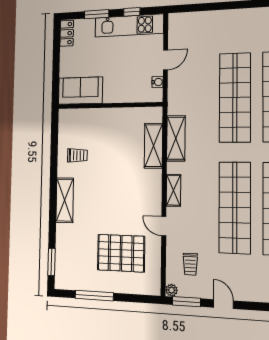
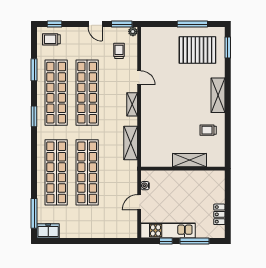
window: (97, 14) -> (195, 241), width x1.44
locker: (67, 33) -> (219, 214), moved
sofa: (80, 91) -> (207, 181), removed
shelving: (153, 146) -> (189, 160), moved, turned 90
pallet: (121, 253) -> (197, 50), moved

